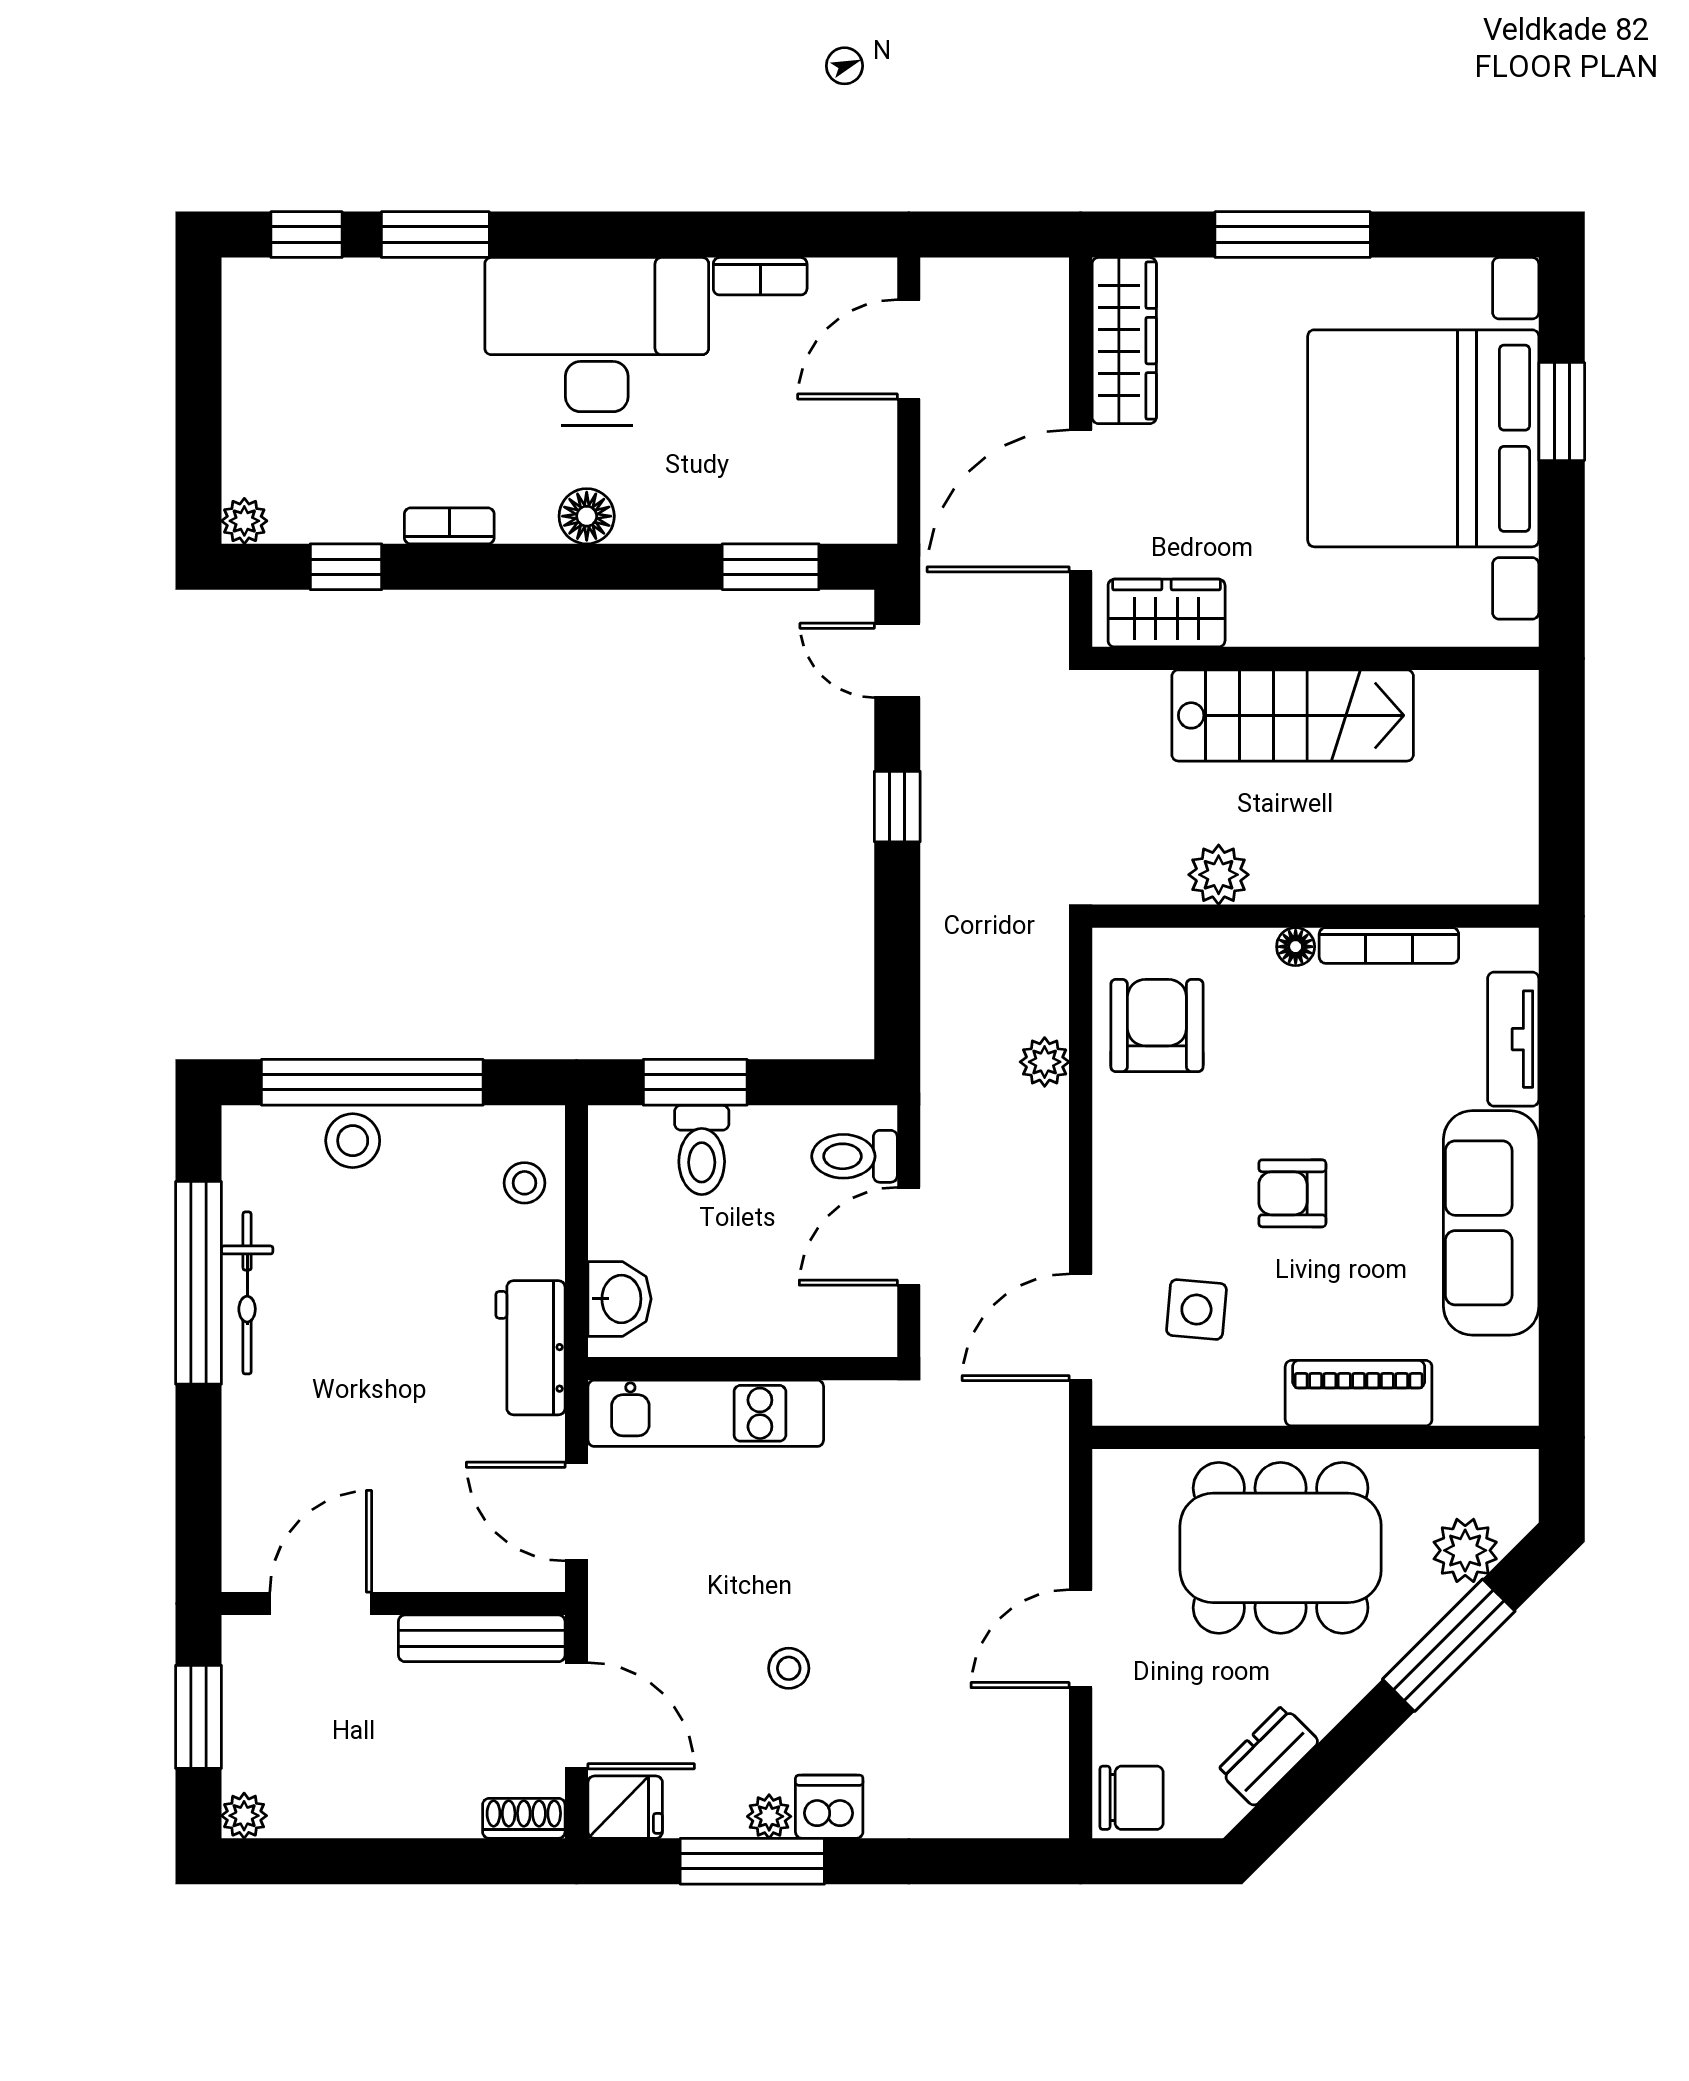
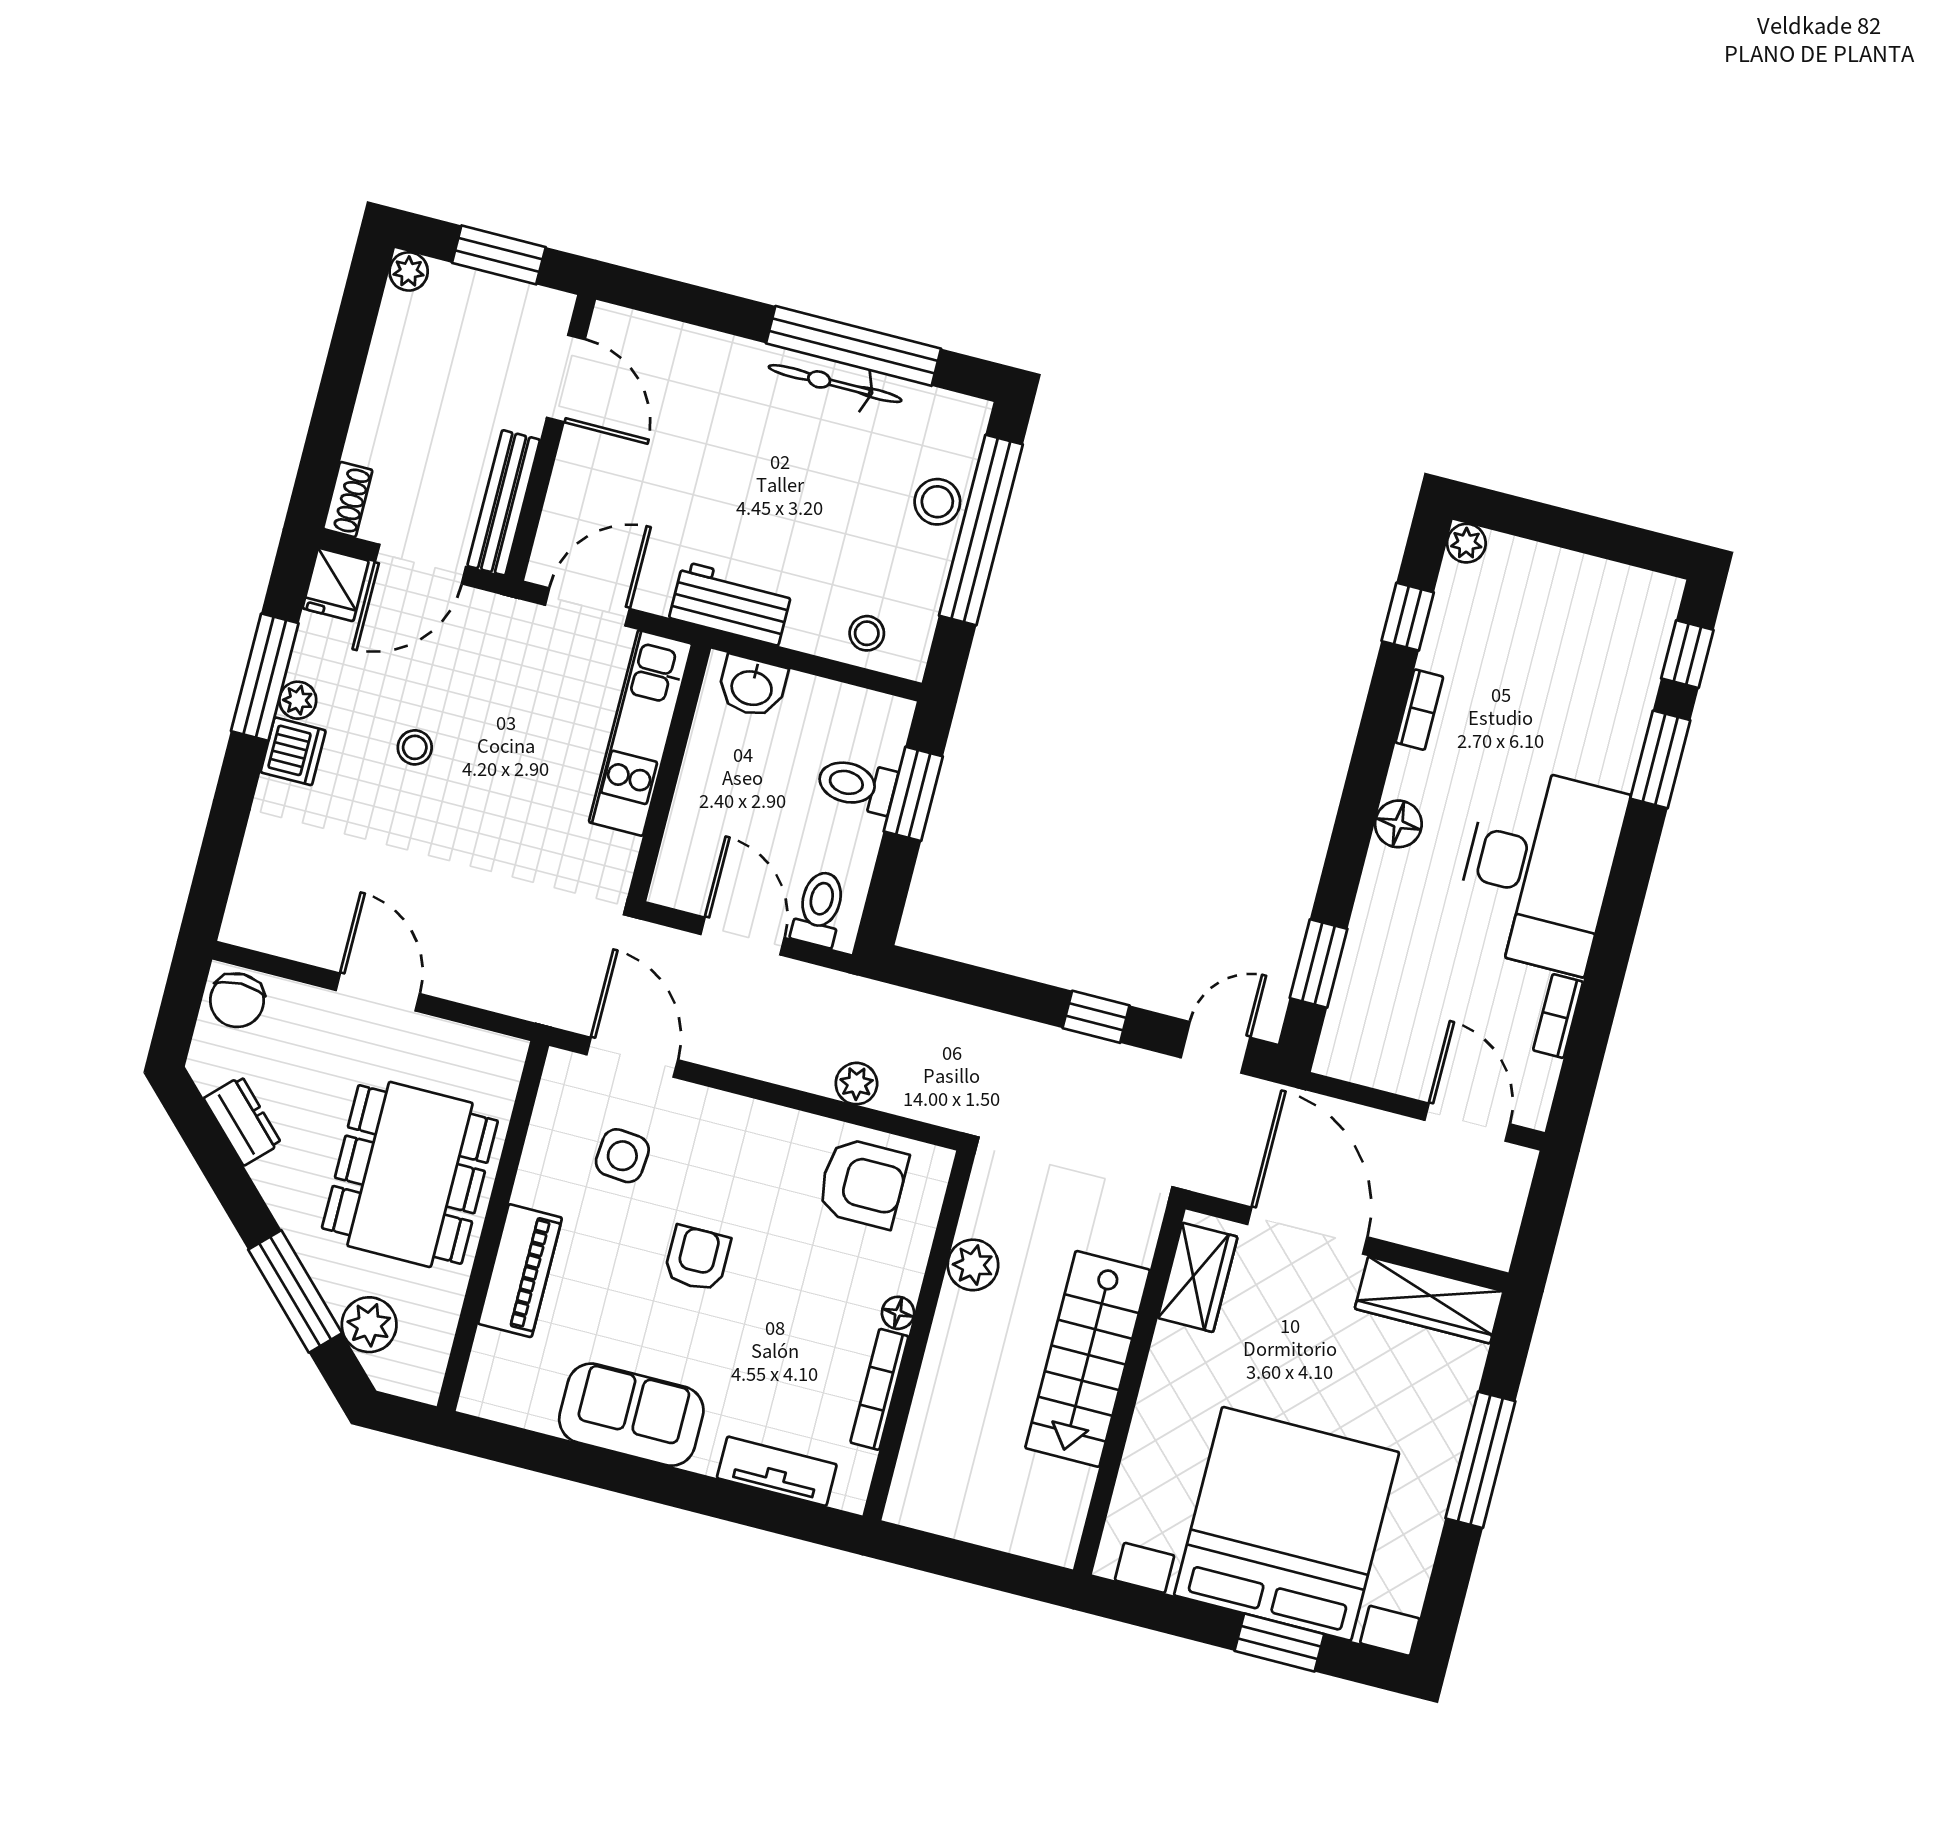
sofa: (1491, 1223) -> (631, 1415), width x0.73

